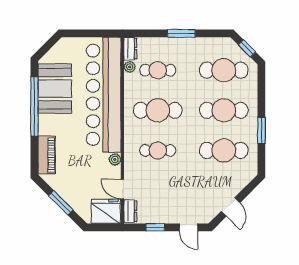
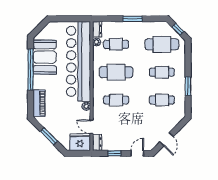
cafe table: (224, 110) -> (162, 72), width x0.73, depth x0.74
cafe table: (224, 150) -> (162, 100), width x0.73, depth x0.74
door: (188, 227) -> (137, 153), swing flipped

